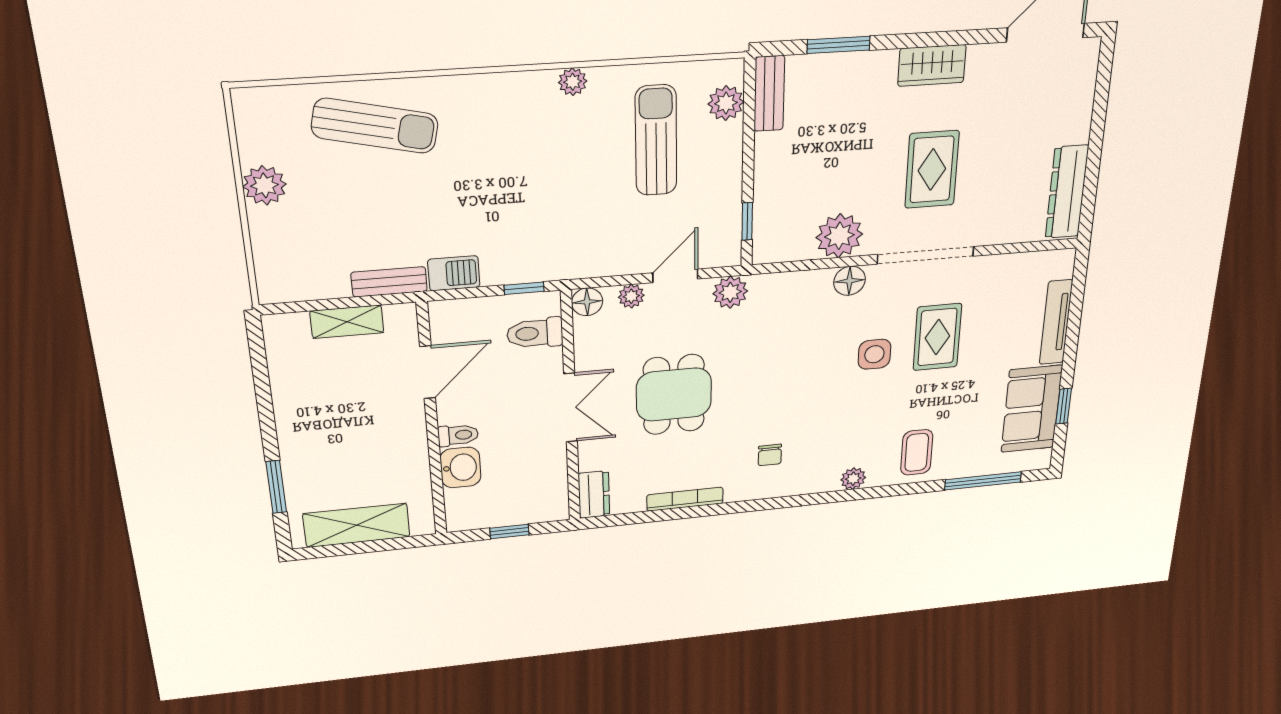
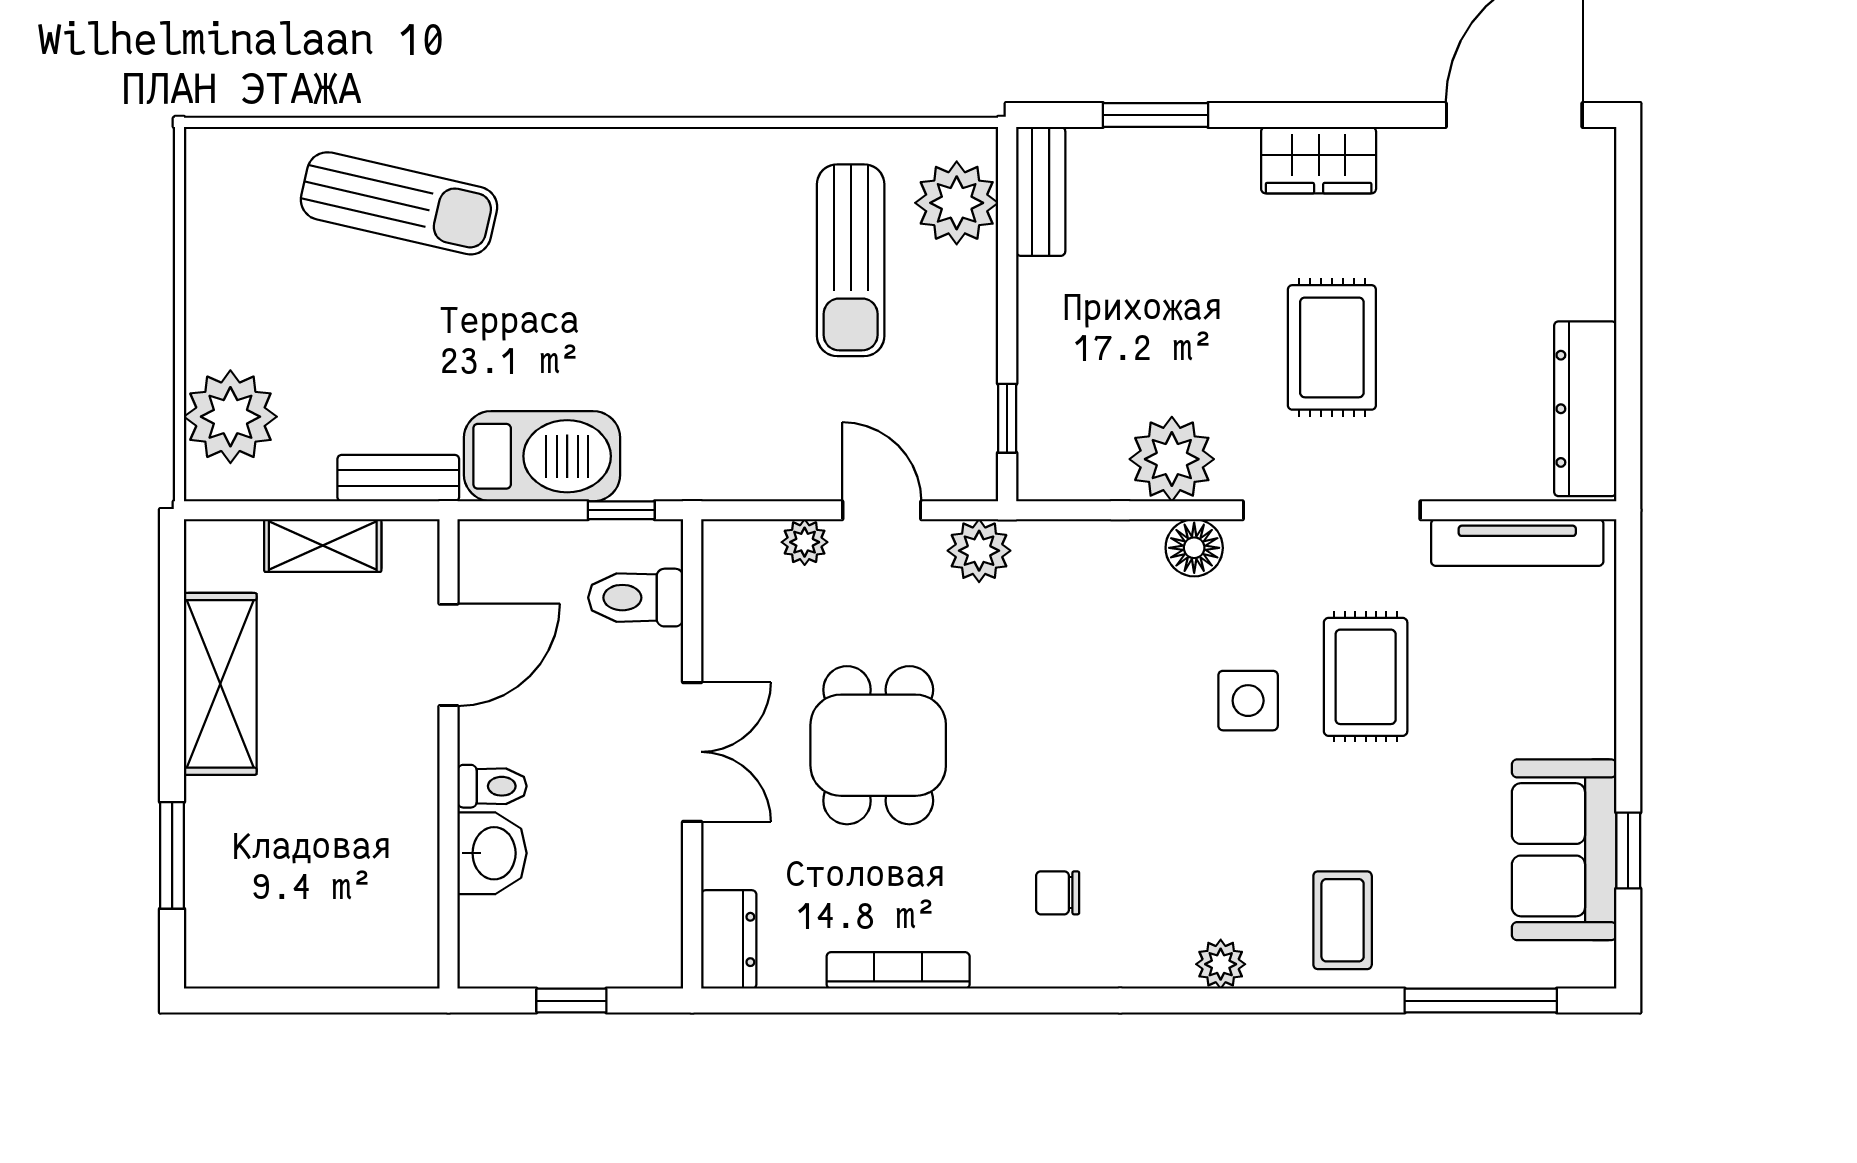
plant: (573, 82) -> (716, 150), removed
plant: (726, 103) -> (957, 203), width x1.36, depth x1.36
sun lounger: (656, 141) -> (851, 260), turned 180
plant: (265, 185) -> (230, 417), moved, width x1.36, depth x1.36
barbecue: (454, 273) -> (542, 456), width x1.88, depth x1.53
door: (675, 276) -> (882, 510), hinge flipped
floor lamp: (587, 302) -> (728, 546), removed
tv unit: (1056, 322) -> (1517, 543), moved, turned -90
chair: (770, 455) -> (1058, 893), turned 90
shelving: (357, 525) -> (220, 684), moved, turned 90

